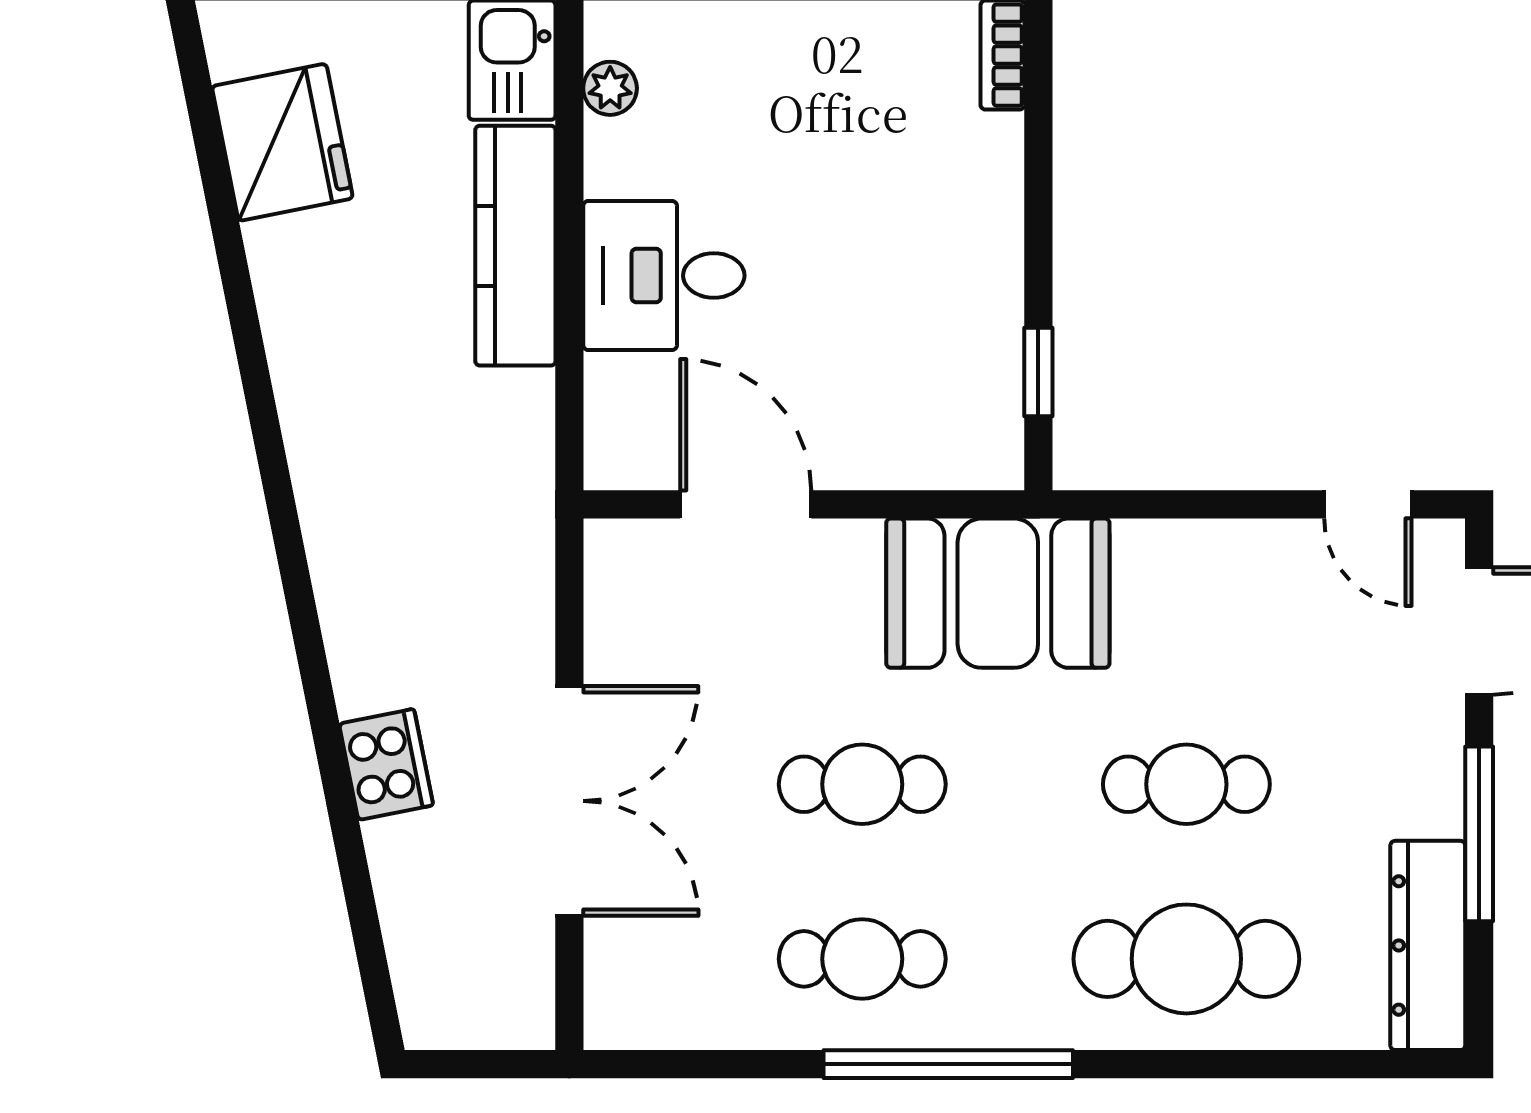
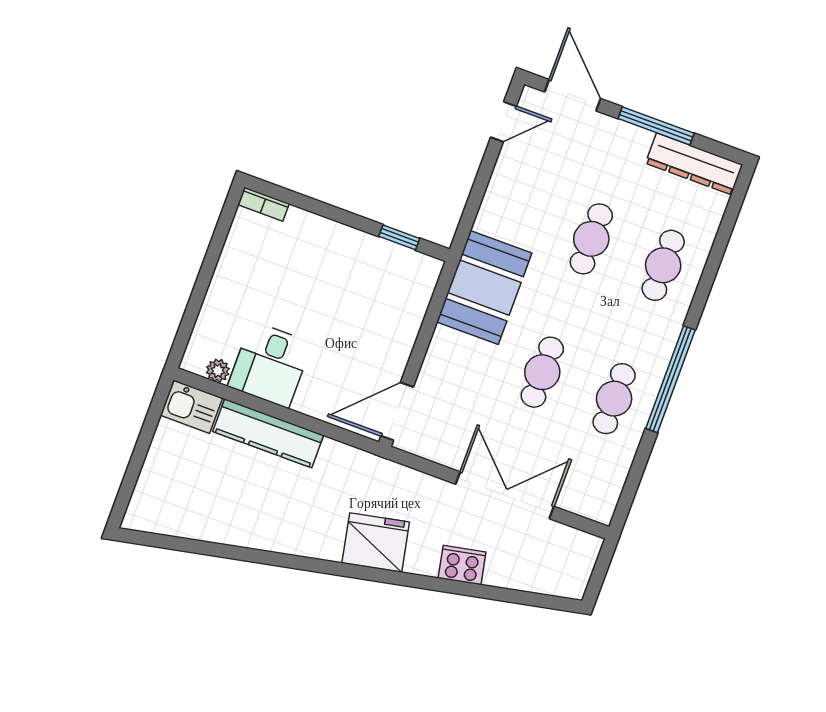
fridge: (282, 142) -> (376, 543), moved
desk: (664, 276) -> (270, 365), moved
door: (746, 504) -> (397, 411), moved
cafe table: (1186, 959) -> (663, 265), width x0.73, depth x0.74

